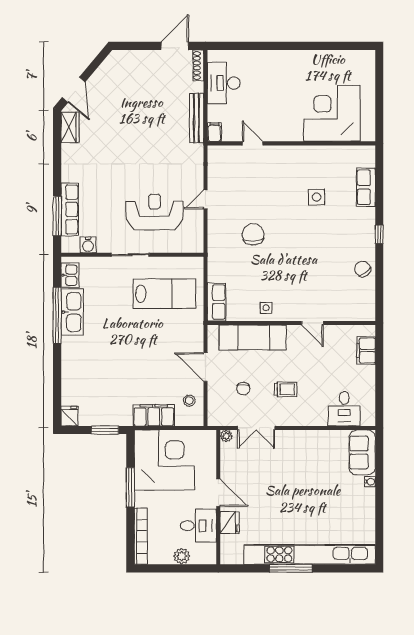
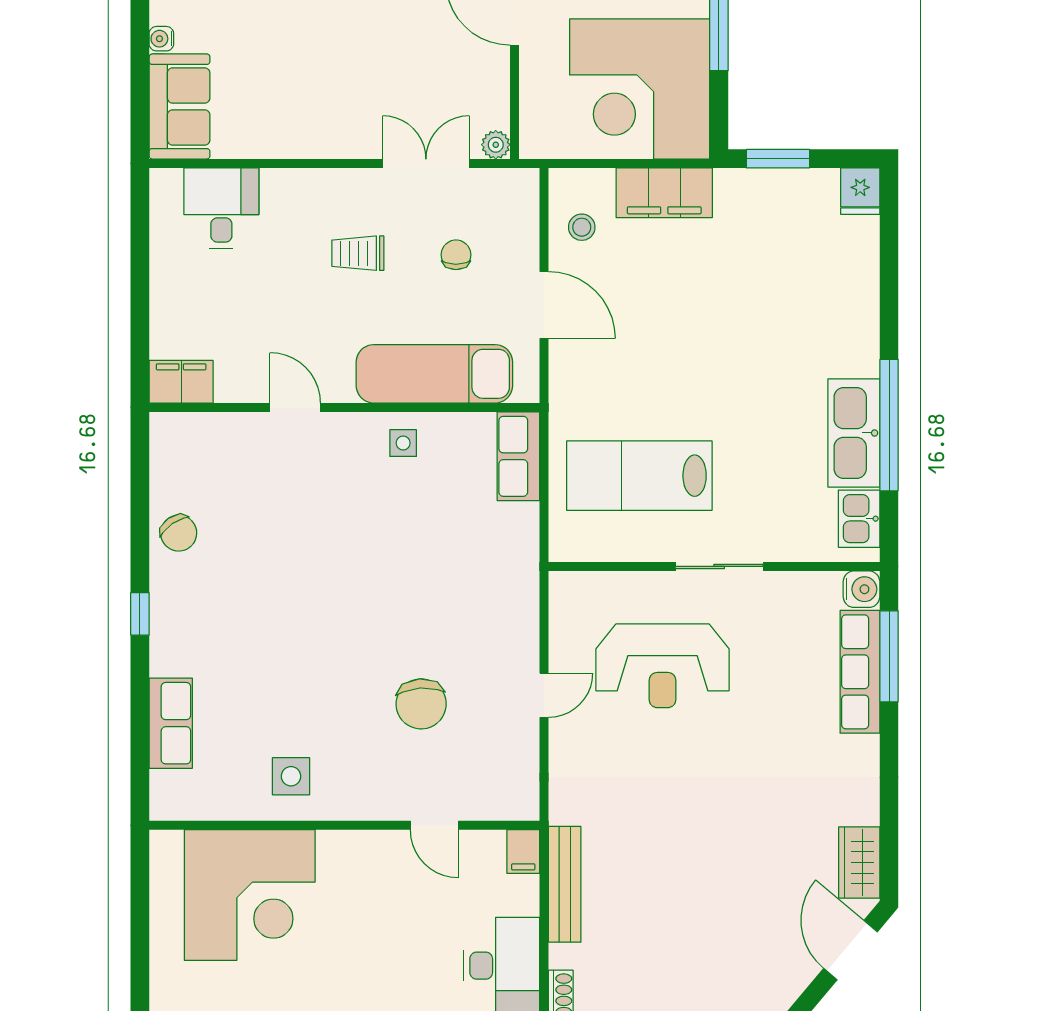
side table: (317, 197) -> (291, 776), moved
chair: (253, 234) -> (421, 704), moved
water cooler: (88, 245) -> (861, 589), moved, turned 90
filing cabinet: (366, 350) -> (181, 382), moved, turned -90

